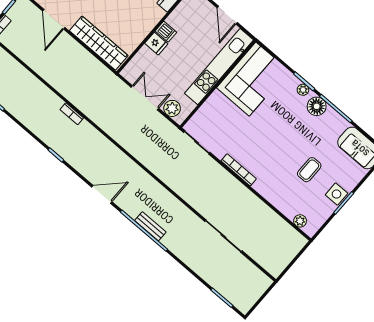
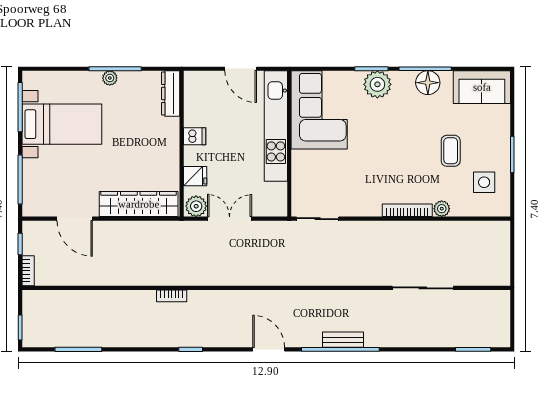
fridge: (156, 44) -> (195, 176), moved
plant: (303, 90) -> (377, 84), width x1.88, depth x1.88
floor lamp: (317, 106) -> (428, 83), moved
plant: (172, 108) -> (196, 206), moved
bookcase: (239, 170) -> (407, 210), moved
door: (102, 194) -> (269, 349), hinge flipped
side table: (336, 194) -> (484, 182), moved
plant: (300, 221) -> (442, 209), moved

